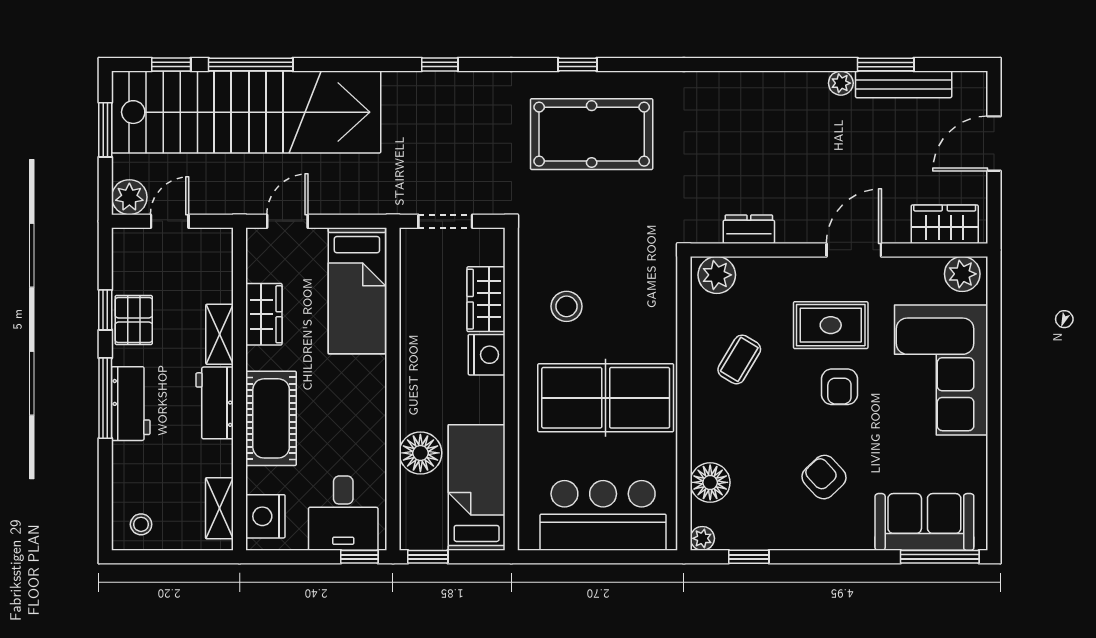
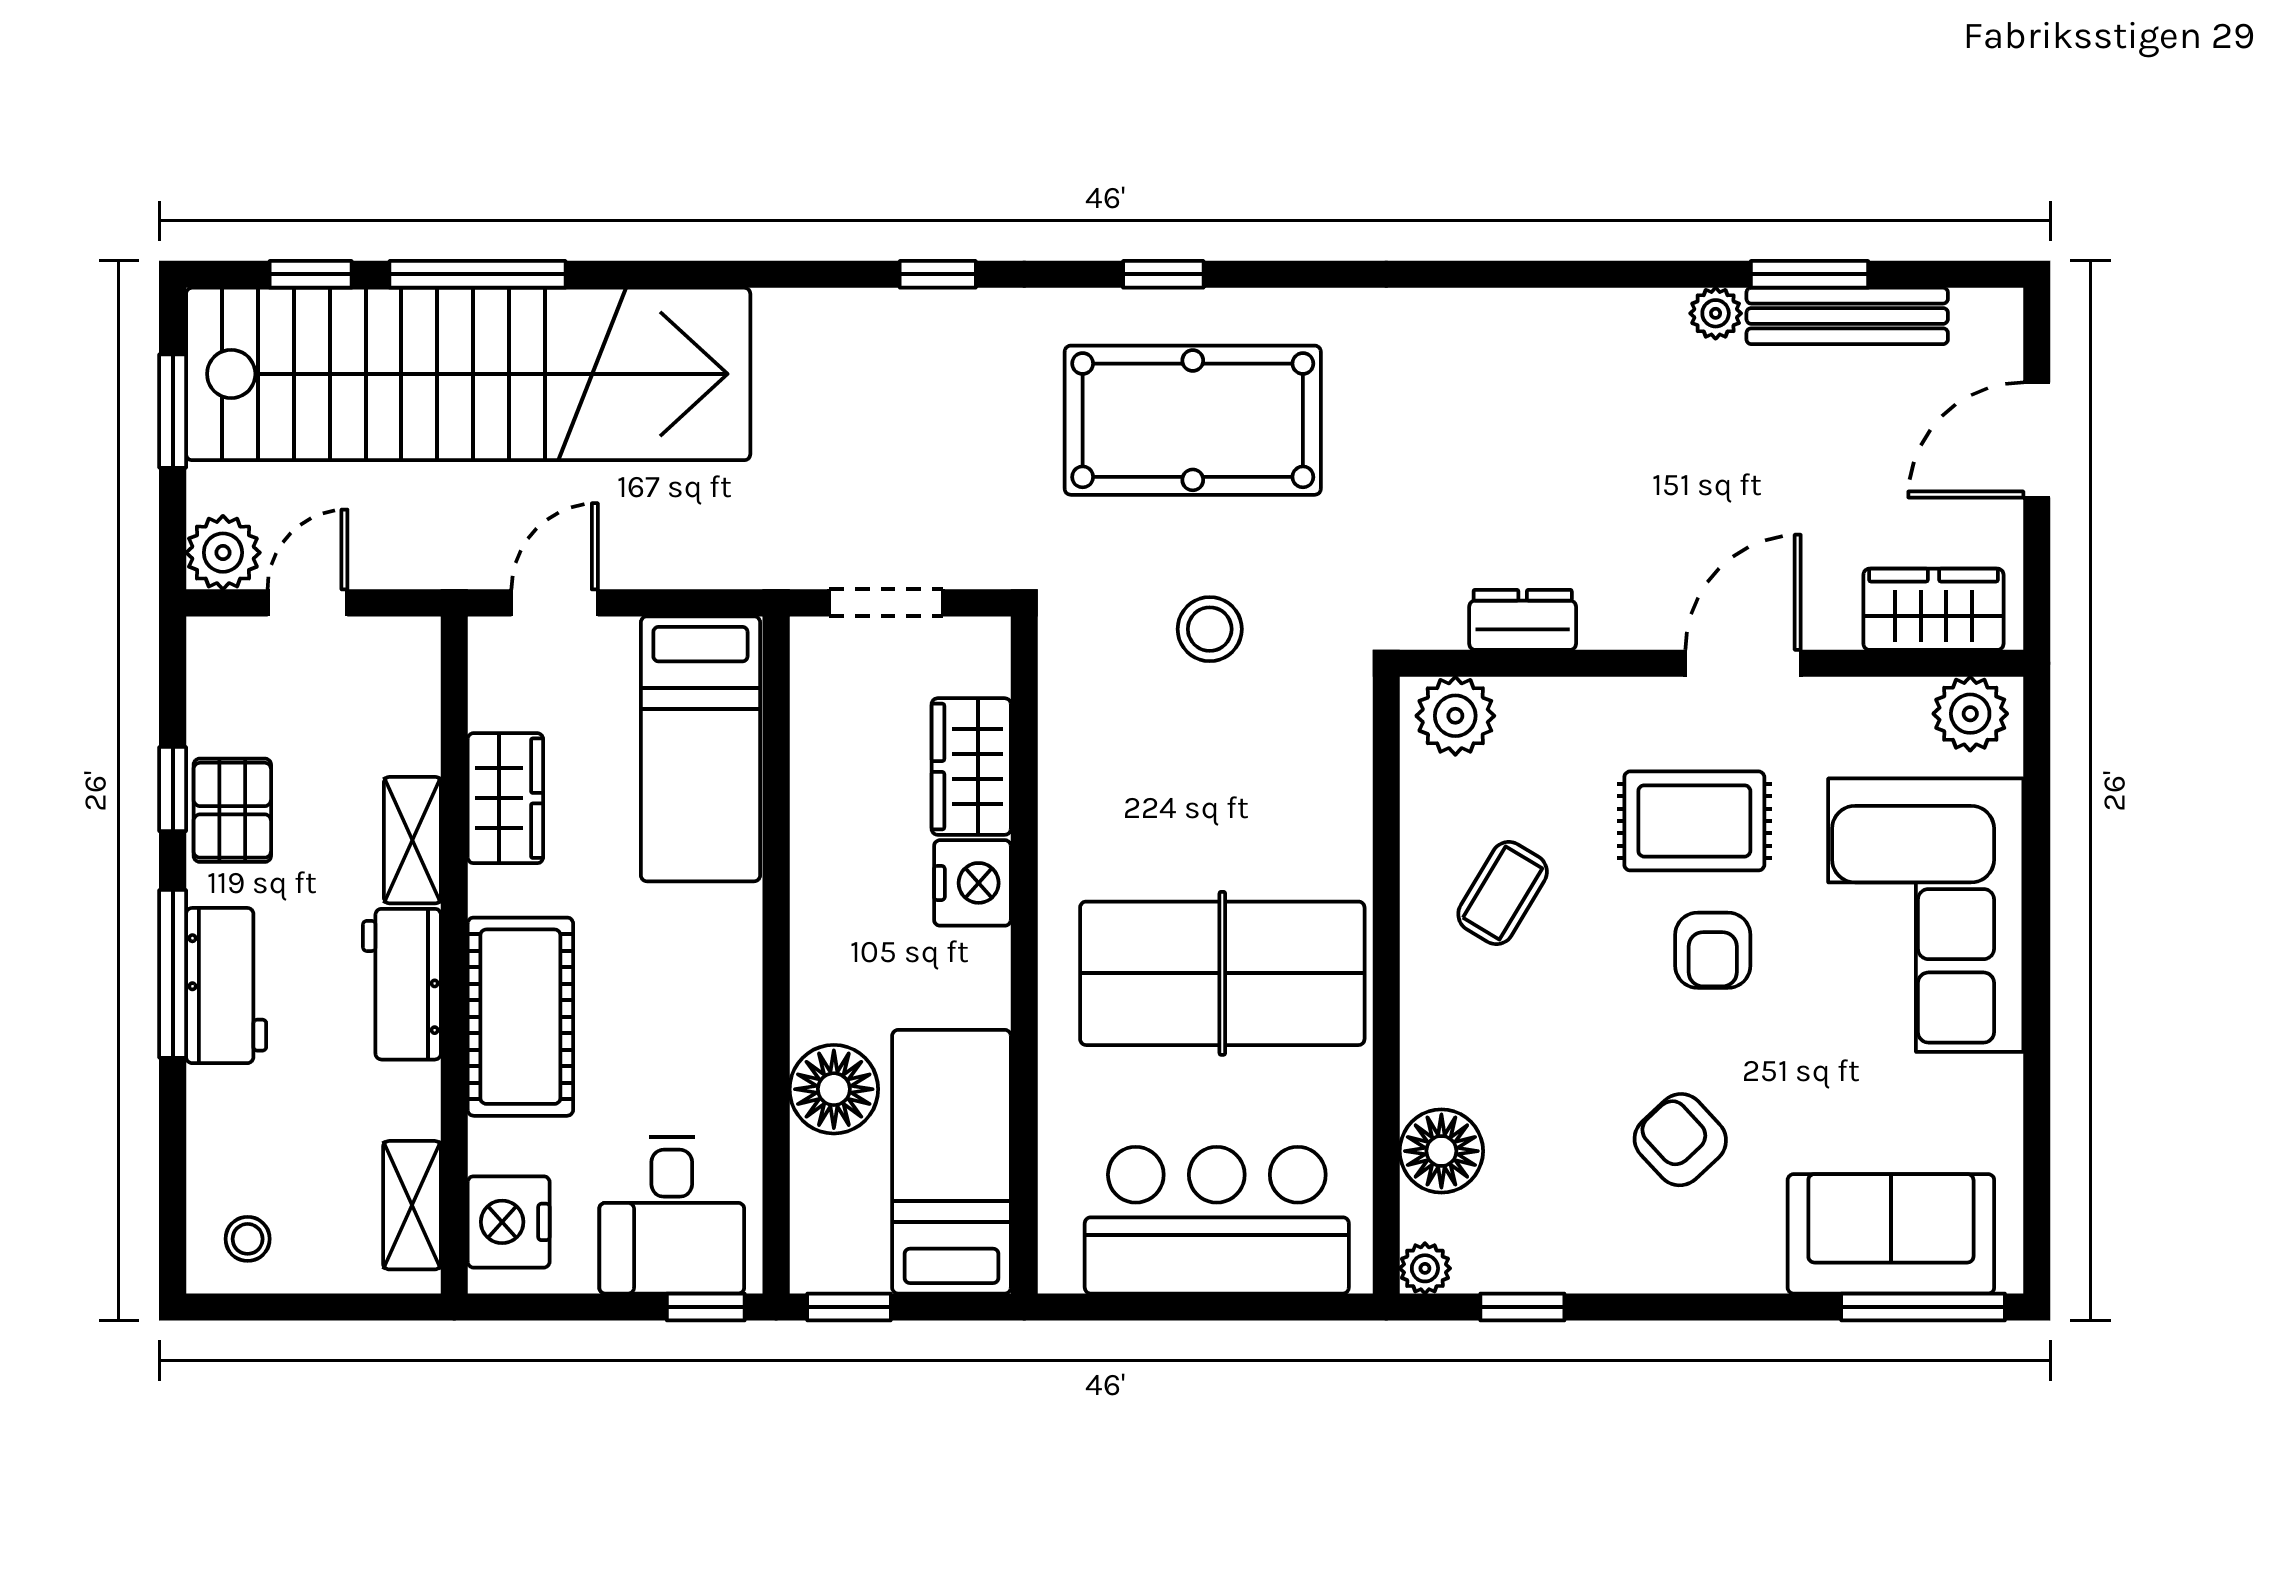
window: (440, 65) -> (938, 274), moved
stool: (566, 306) -> (1210, 629), moved

